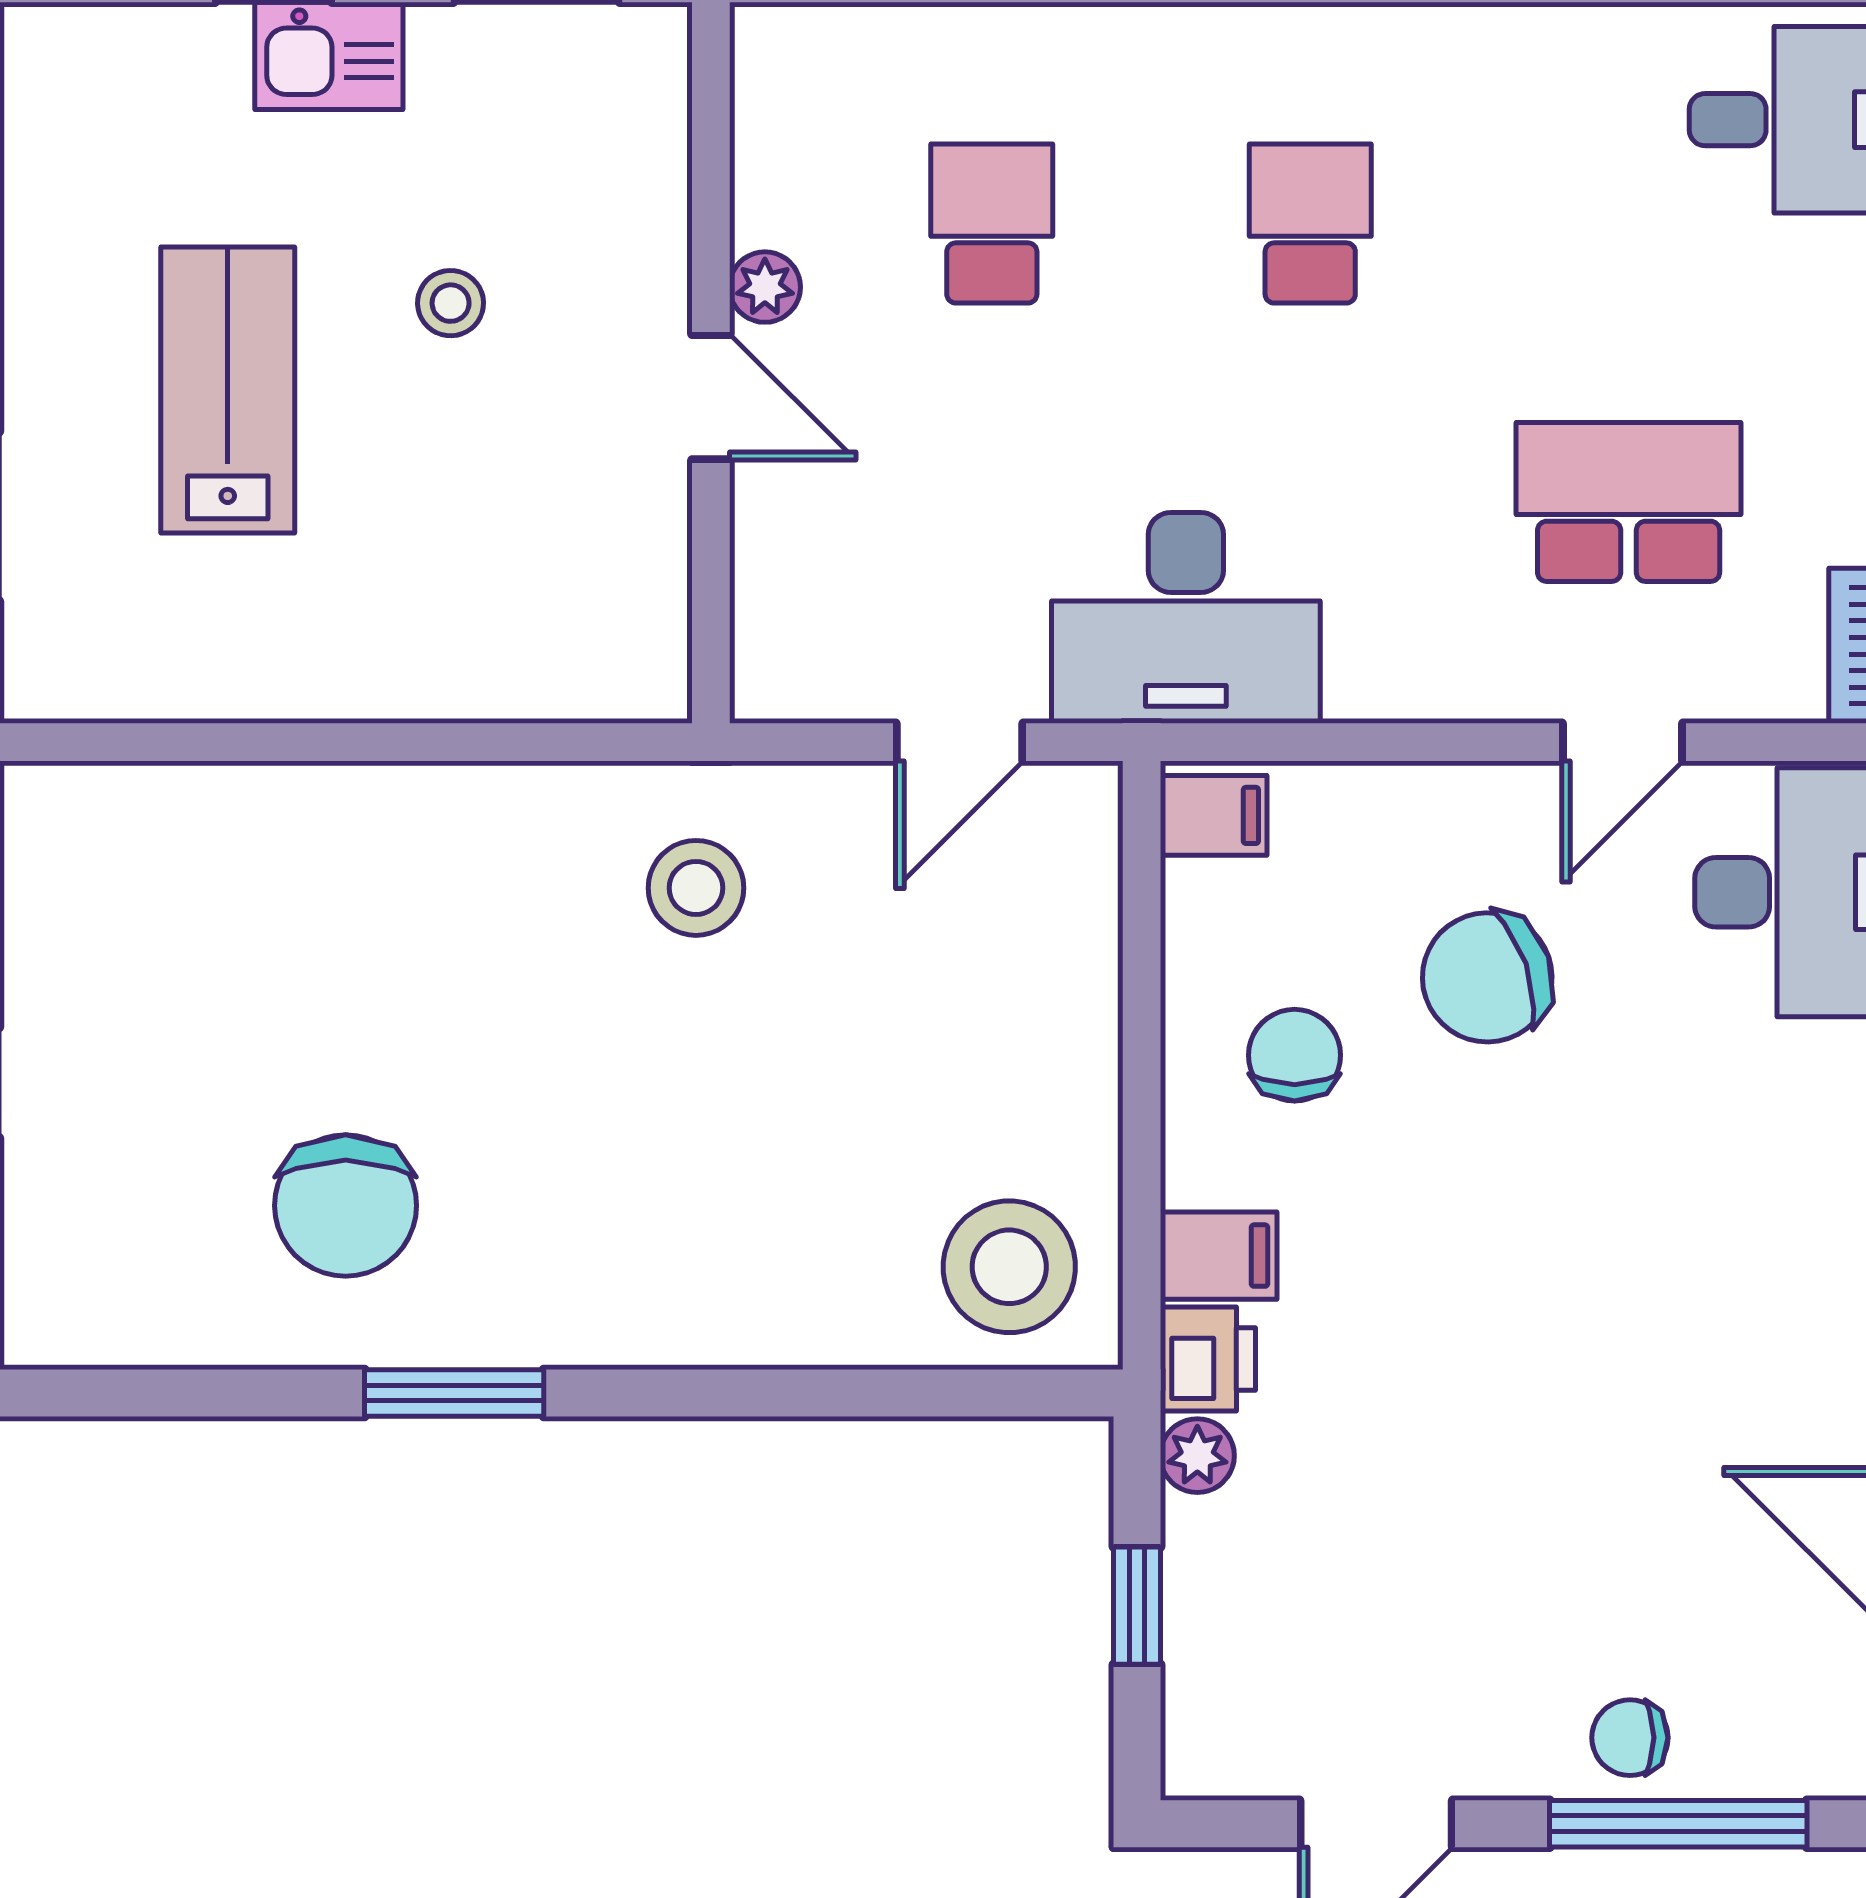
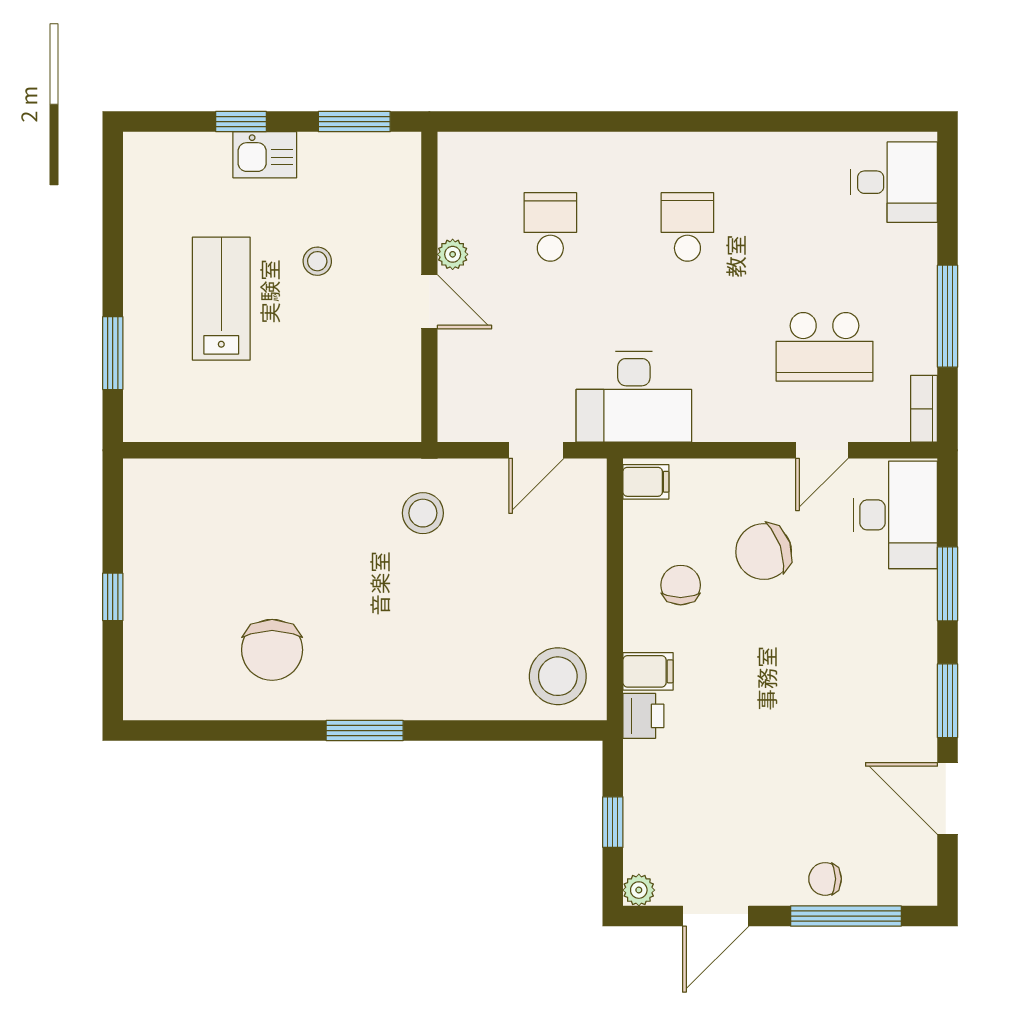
school desk: (1629, 502) -> (825, 347), turned 180
window: (454, 1393) -> (365, 731), moved
plant: (1197, 1456) -> (639, 890), moved

